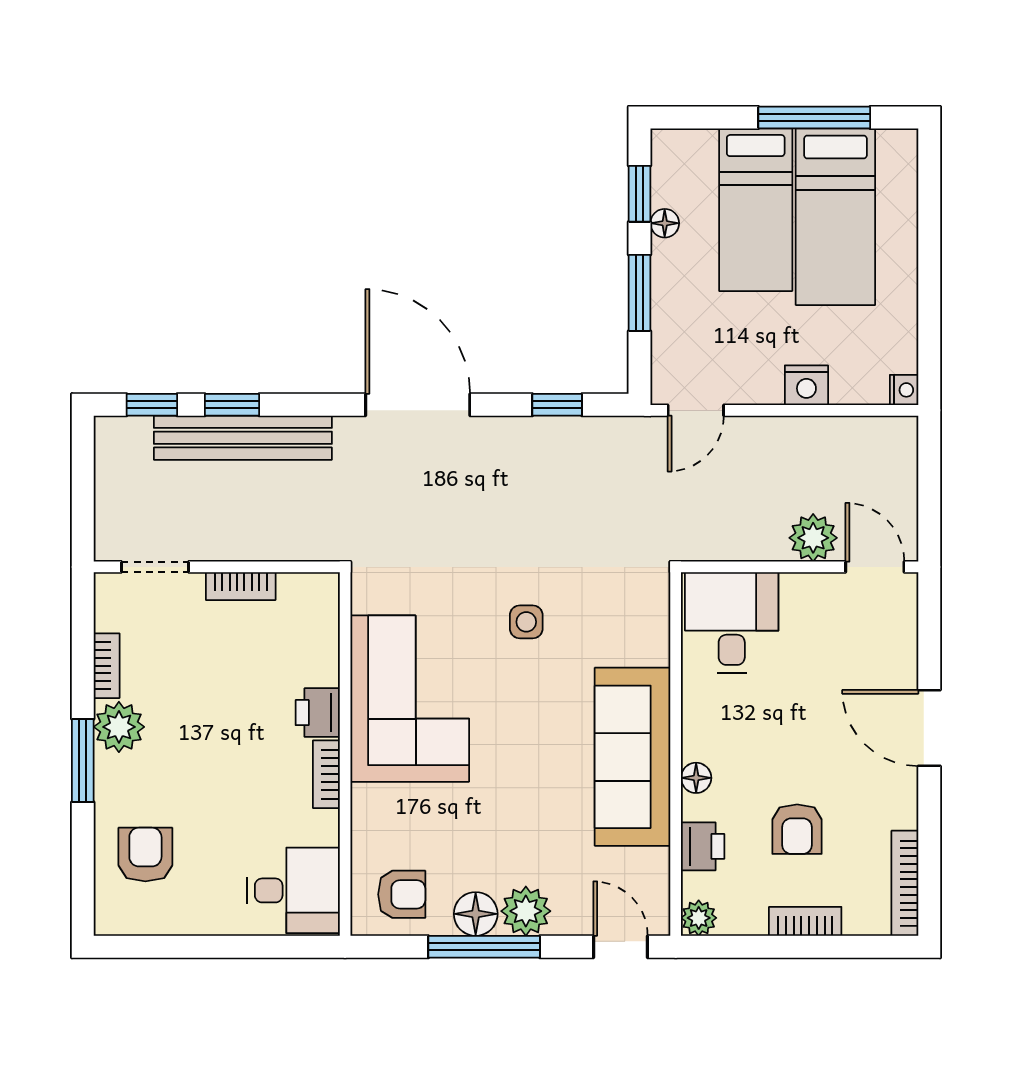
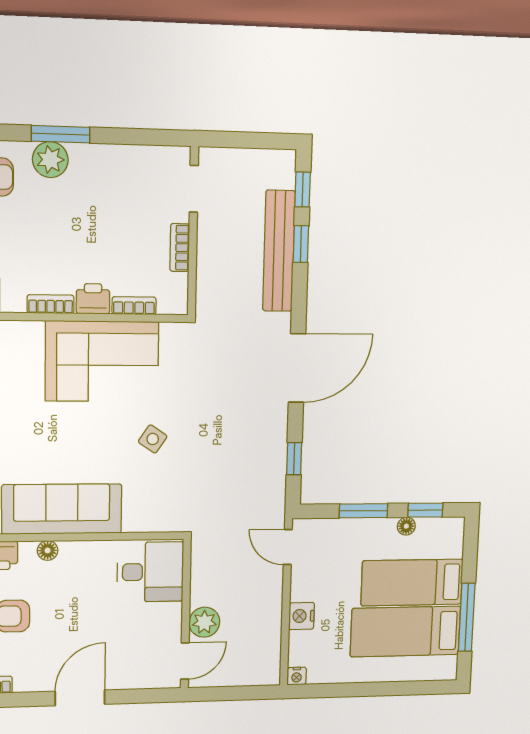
side table: (526, 622) -> (153, 439), turned 34
bookcase: (107, 666) -> (134, 306), moved, turned 180
plant: (119, 727) -> (50, 160), moved

